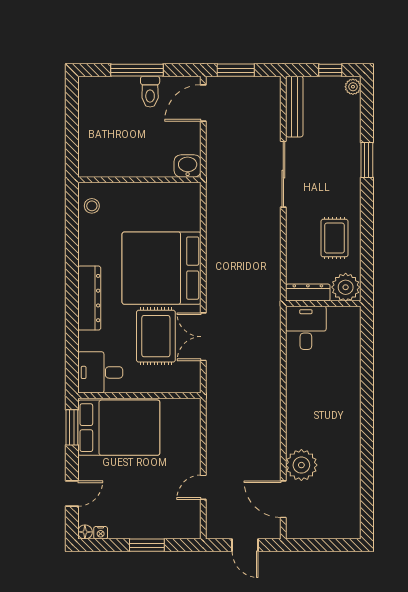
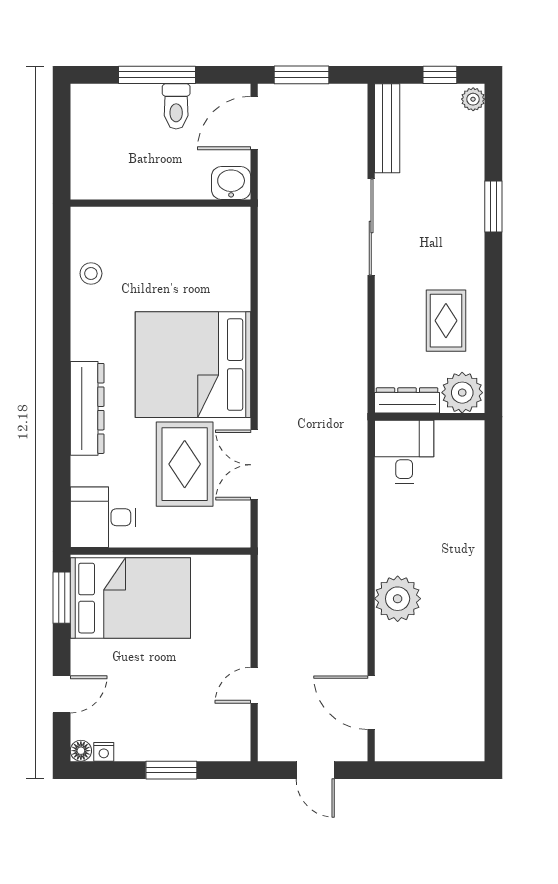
washbasin: (188, 166) -> (231, 183), moved
wall: (139, 180) -> (160, 203), moved
plant: (301, 465) -> (398, 599), moved

